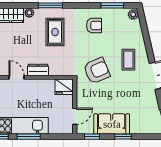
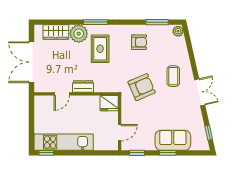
plant: (29, 13) -> (79, 34), width x1.88, depth x1.88
door: (17, 77) -> (62, 94), swing flipped
sofa: (112, 124) -> (173, 140), moved
window: (29, 137) -> (74, 153), removed

